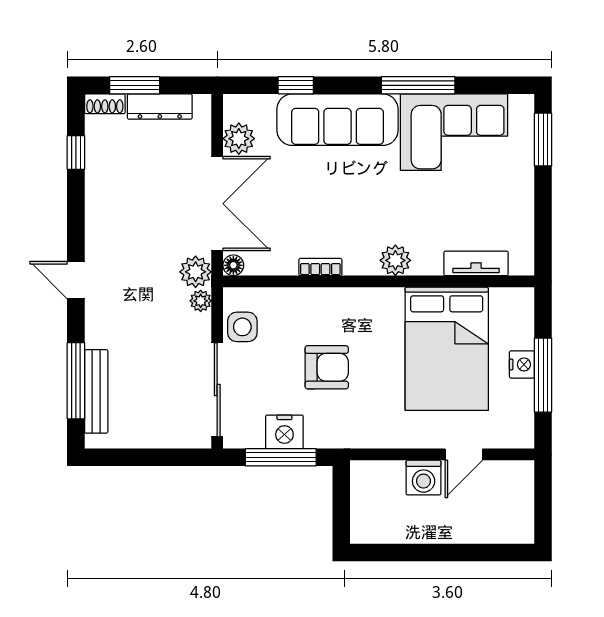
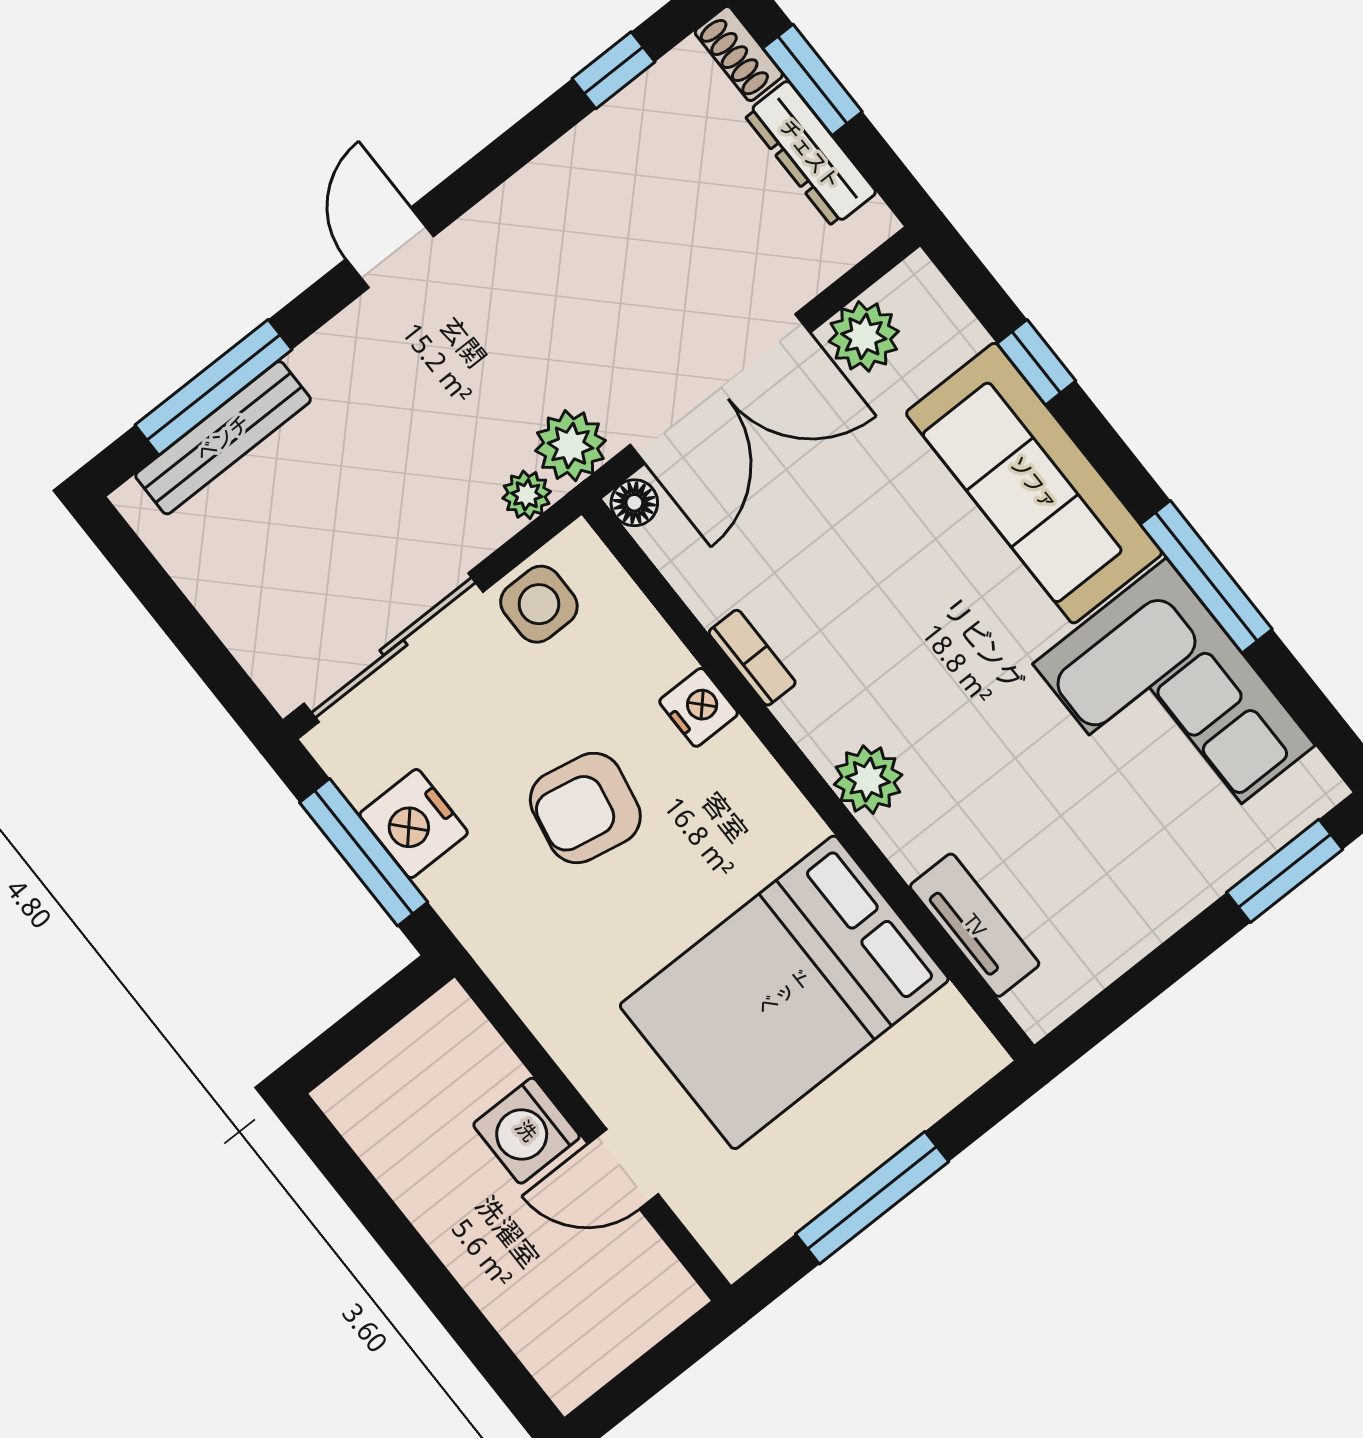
nightstand: (522, 364) -> (699, 707), moved, turned -90
armchair: (327, 367) -> (585, 808), turned 101

